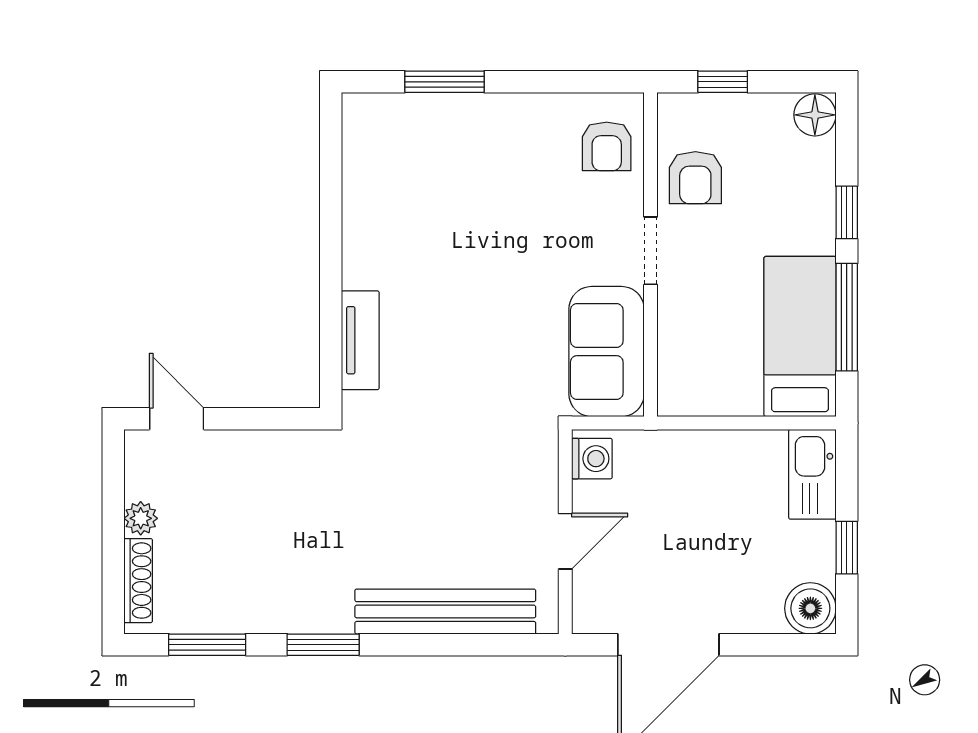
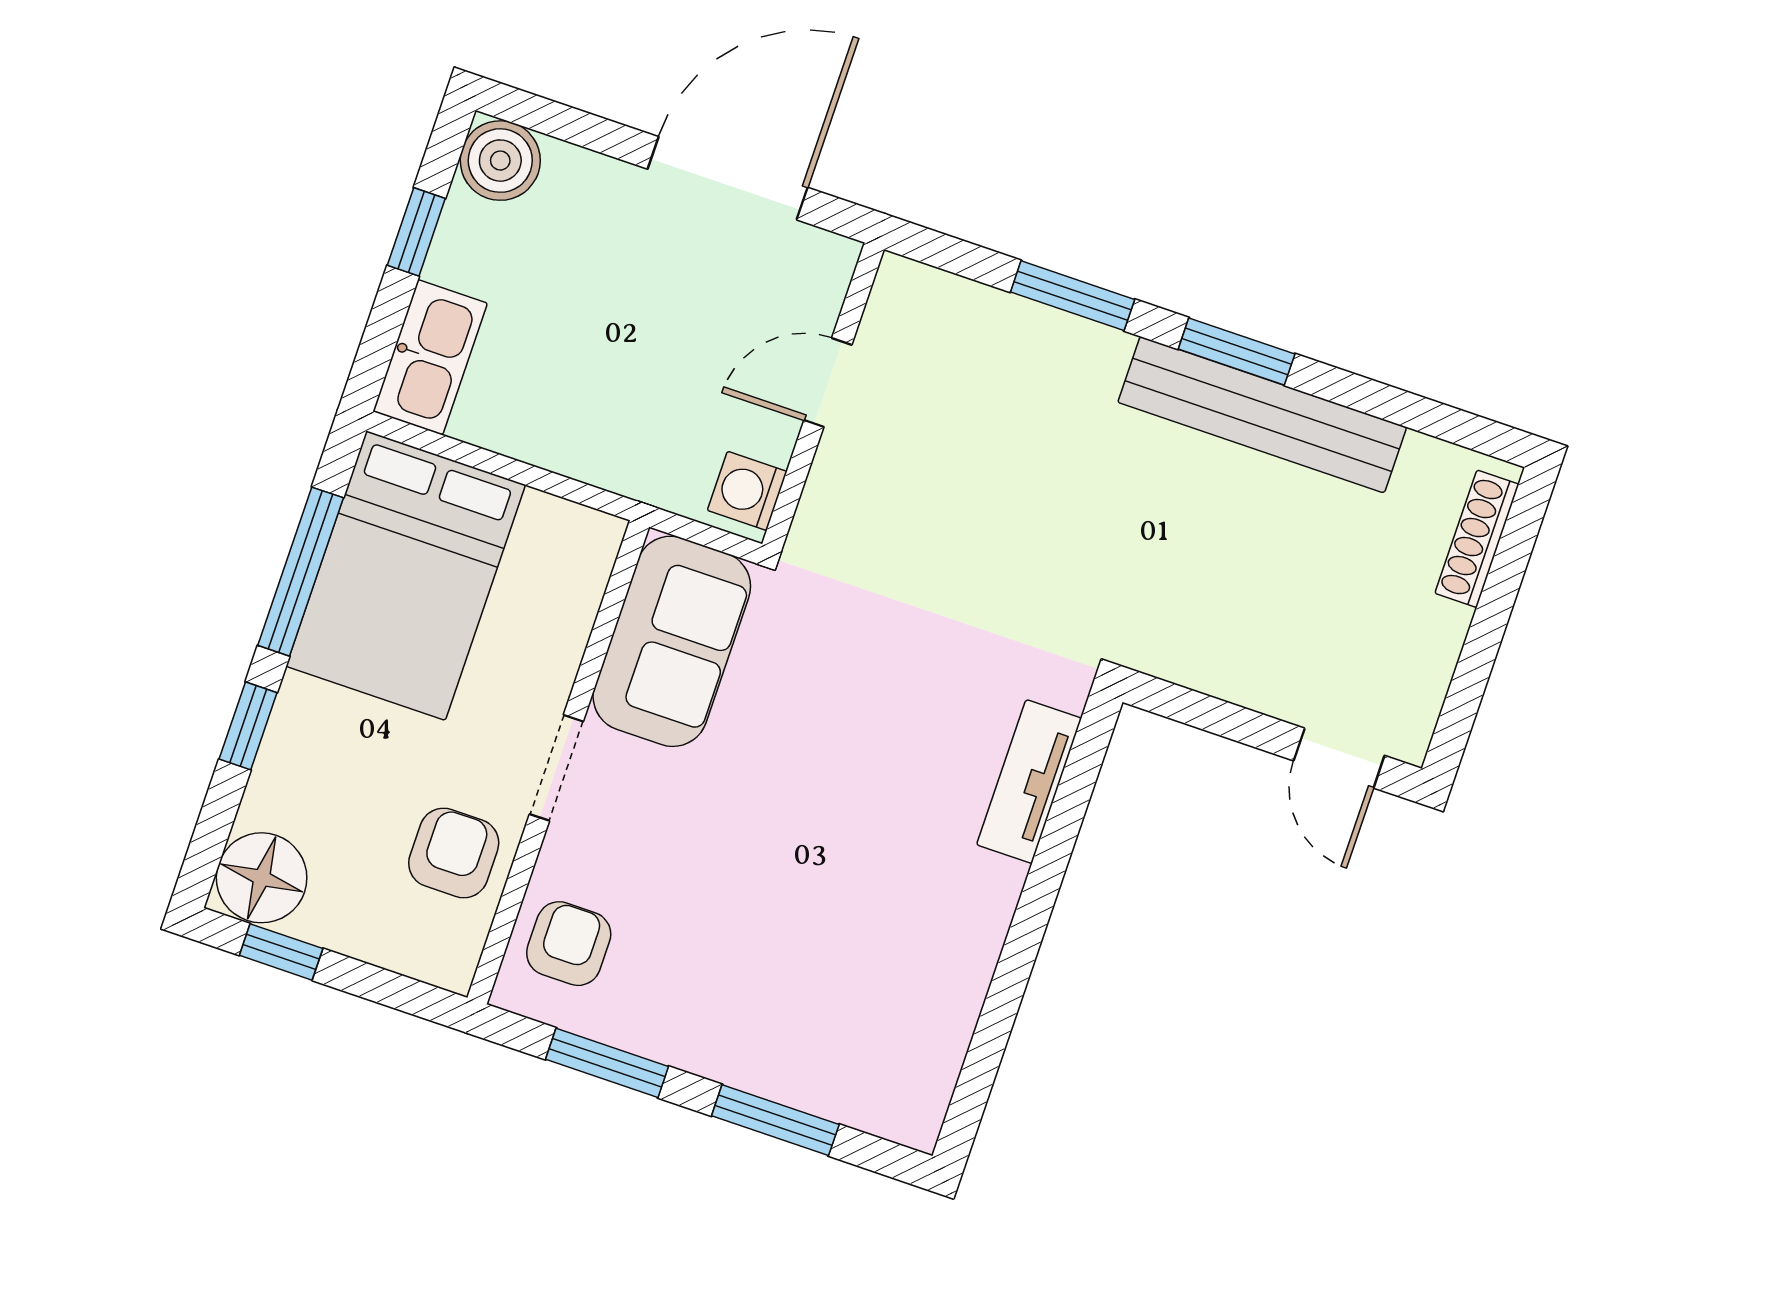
window: (559, 82) -> (607, 1063), added
window: (723, 82) -> (281, 952), moved
floor lamp: (815, 115) -> (262, 878), width x1.38, depth x1.38
bed: (800, 336) -> (406, 576), width x1.50
plant: (141, 518) -> (1442, 629), removed
bench: (445, 612) -> (1262, 415), moved
window: (207, 645) -> (1073, 296), moved

